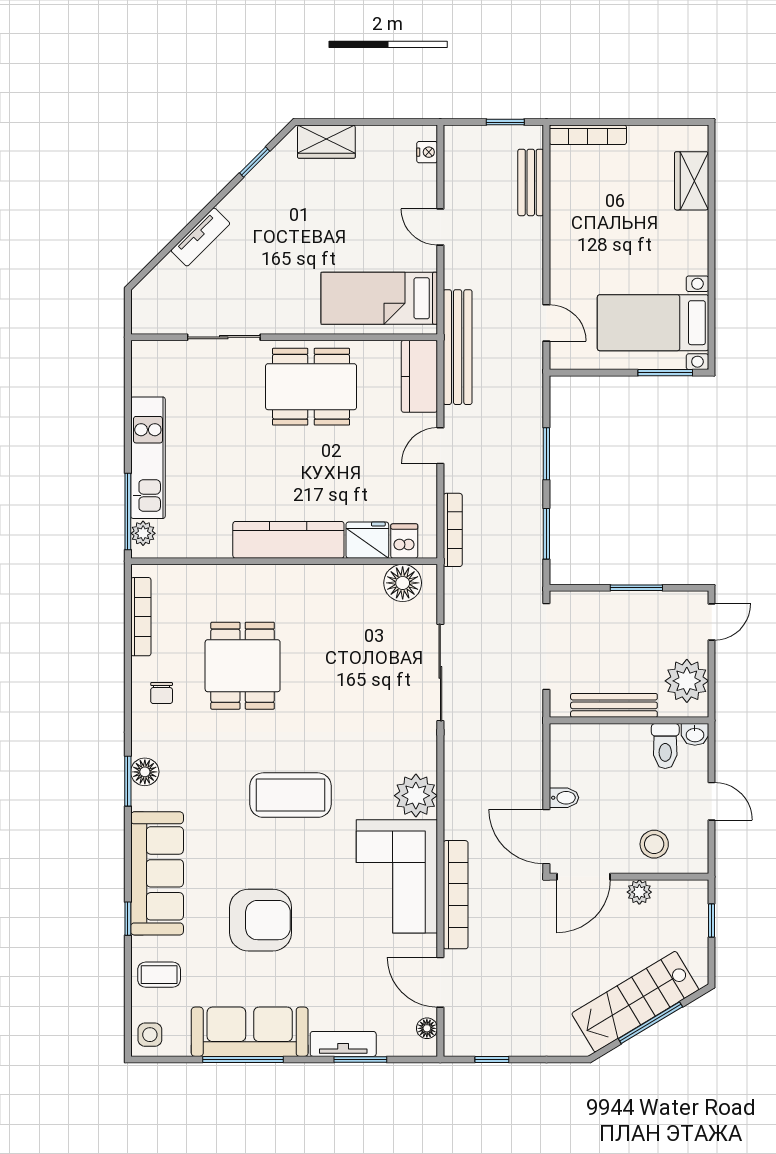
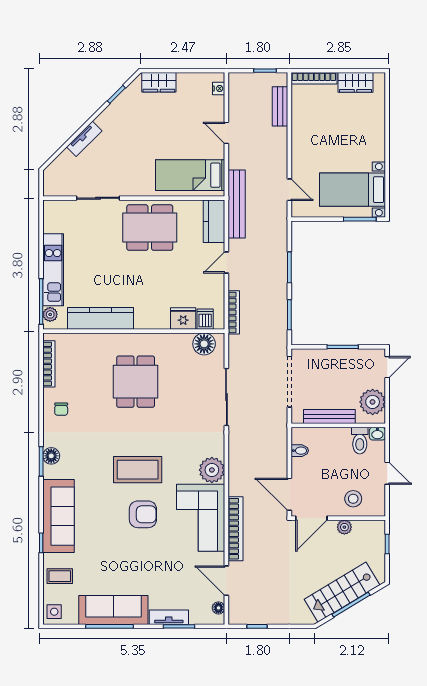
wardrobe: (692, 181) -> (355, 82), moved, turned -90
kitchen counter: (288, 540) -> (101, 318), moved
dining table: (243, 666) -> (136, 382), moved
bidet: (564, 798) -> (300, 451), moved
armchair: (261, 920) -> (143, 514), moved, width x0.73, depth x0.73

